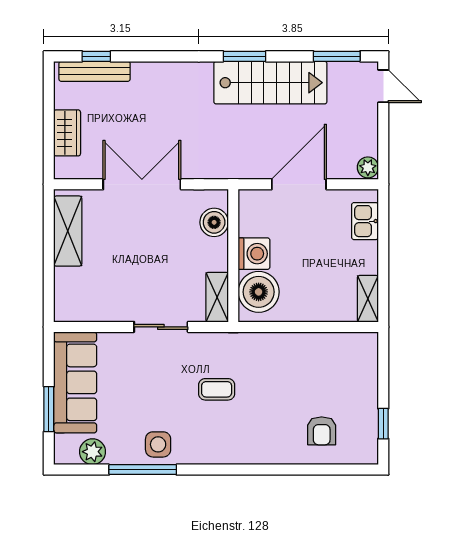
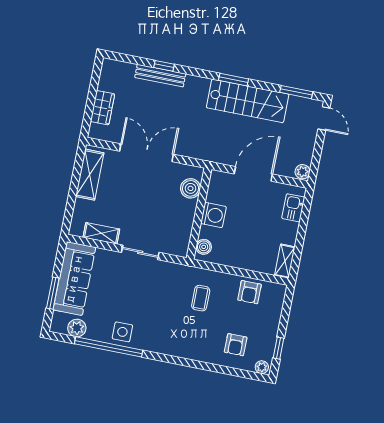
window: (96, 56) -> (164, 66), moved
bench: (95, 71) -> (160, 76), moved
boiler: (259, 292) -> (204, 247), width x0.54, depth x0.54
shelving: (217, 297) -> (101, 233), moved, turned 90
armchair: (327, 353) -> (249, 292), added
coffee table: (217, 389) -> (201, 298), moved, turned 90
plant: (365, 455) -> (262, 367), added
window: (143, 470) -> (109, 347), width x1.46

